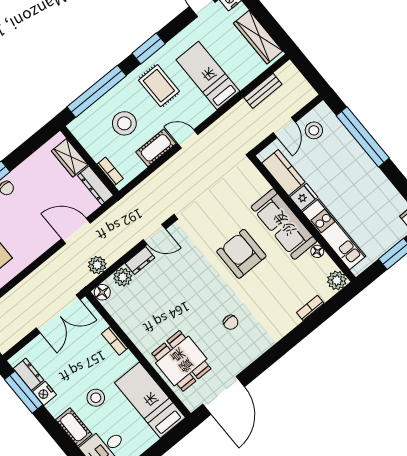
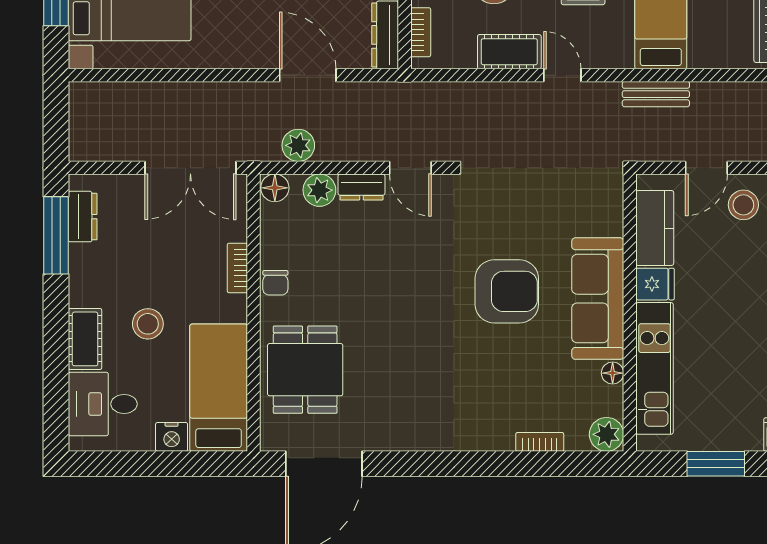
bench: (263, 91) -> (656, 94), moved
armchair: (241, 254) -> (507, 291), turned 90
chair: (231, 322) -> (275, 283), moved
nightstand: (44, 393) -> (172, 437), moved, turned -90

